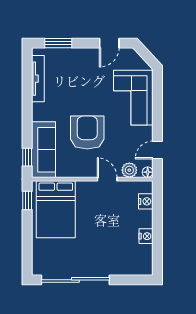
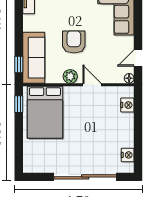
armchair: (87, 133) -> (74, 42), width x0.73, depth x0.73
plant: (129, 170) -> (70, 76), moved
nightstand: (146, 236) -> (128, 155), moved
sliding door: (75, 280) -> (85, 177), moved

